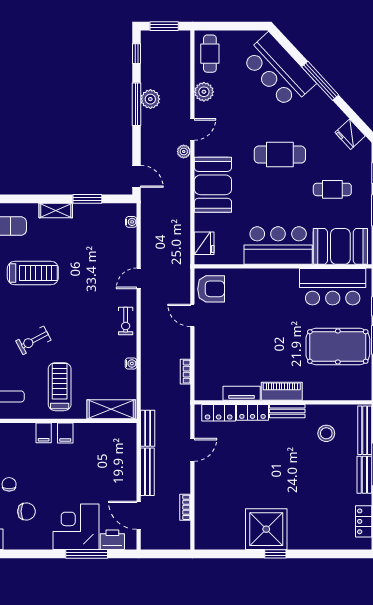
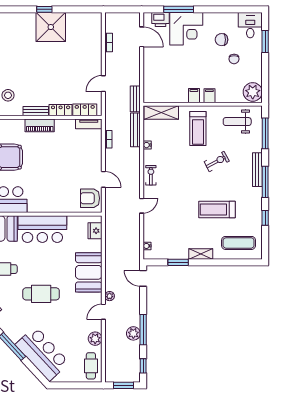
tv unit: (242, 393) -> (89, 124), moved
bench: (147, 472) -> (135, 130), moved

